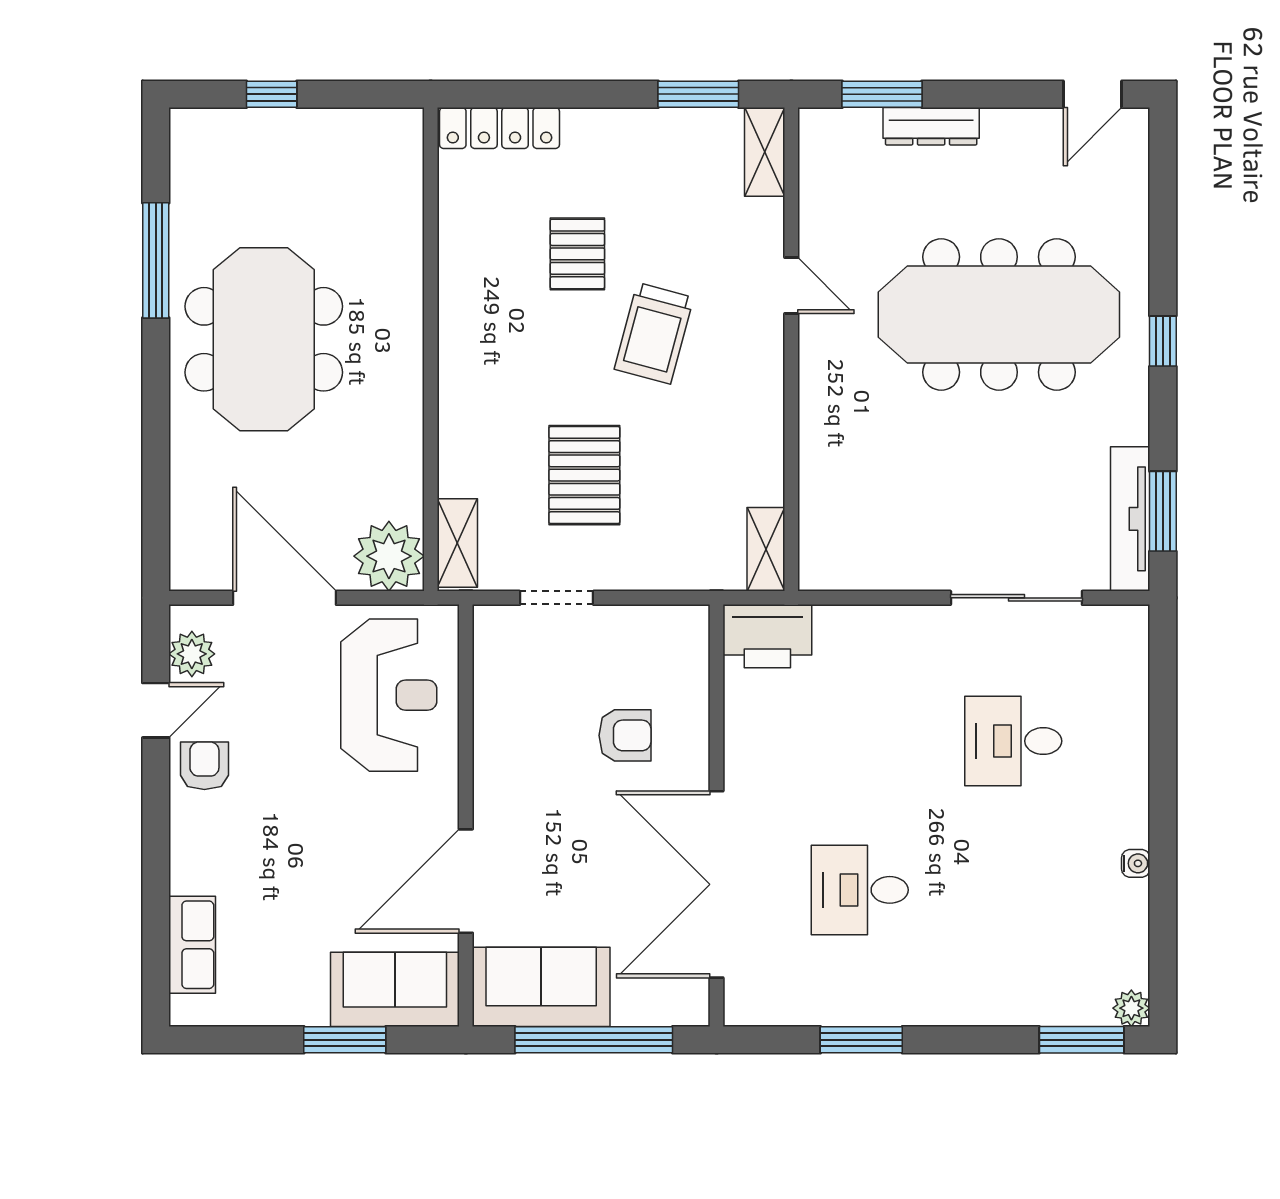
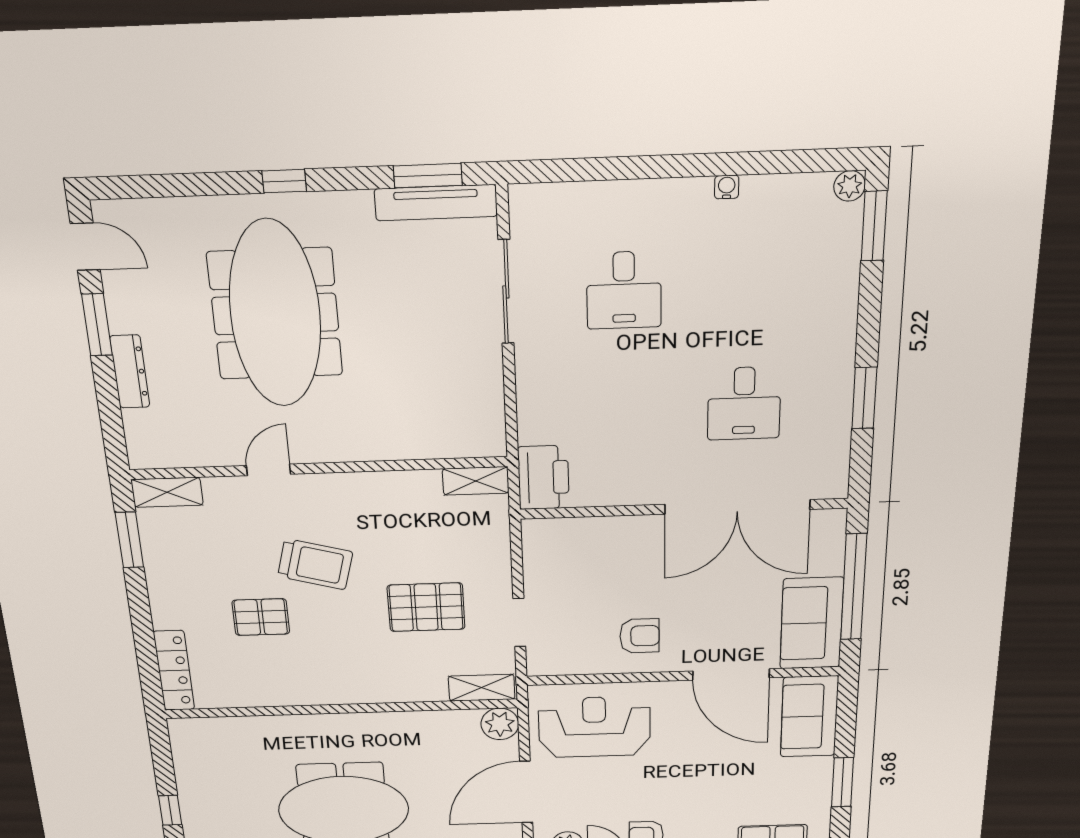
window: (882, 94) -> (97, 325), moved
plant: (389, 556) -> (500, 724), width x0.73, depth x0.73
armchair: (625, 735) -> (639, 636), moved, turned 90
window: (345, 1040) -> (843, 782), moved

